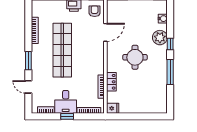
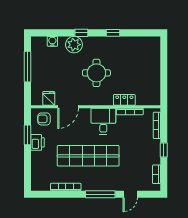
door: (105, 32) -> (68, 107), swing flipped
window: (28, 61) -> (100, 194), width x1.44
window: (170, 72) -> (113, 33), width x0.46
desk: (66, 102) -> (103, 121), moved, turned -90
fridge: (113, 108) -> (49, 98), moved

